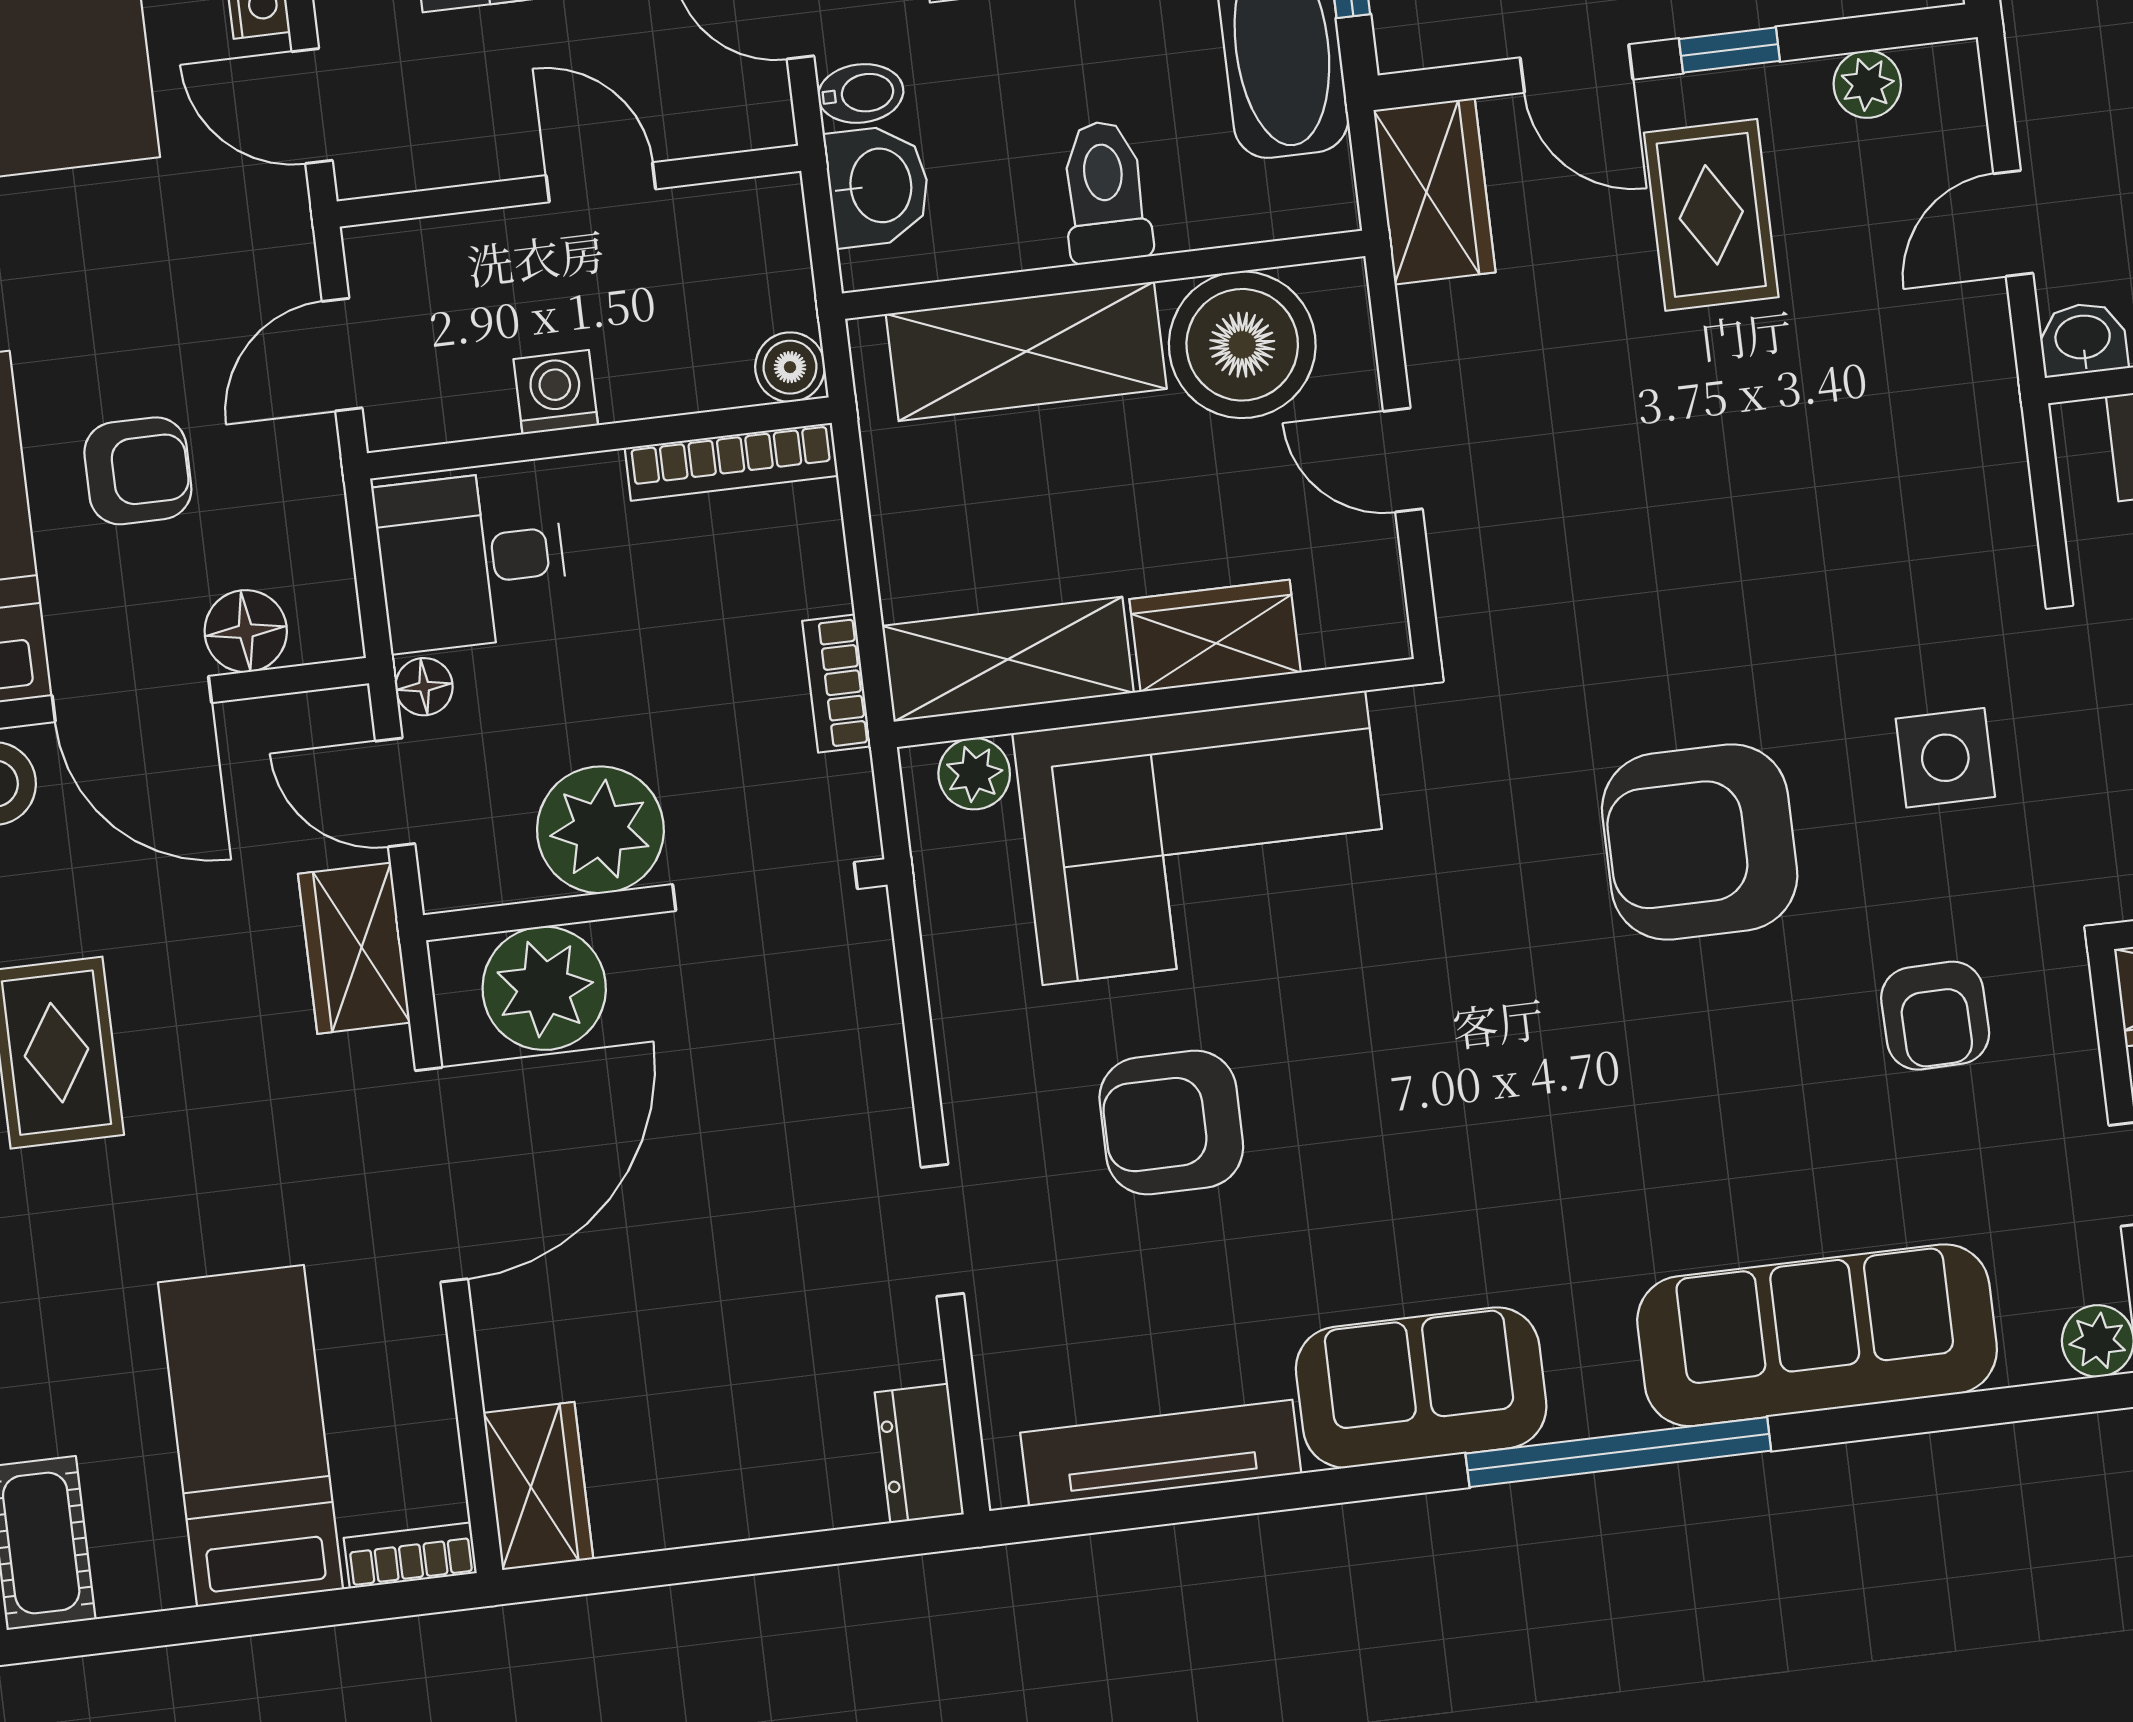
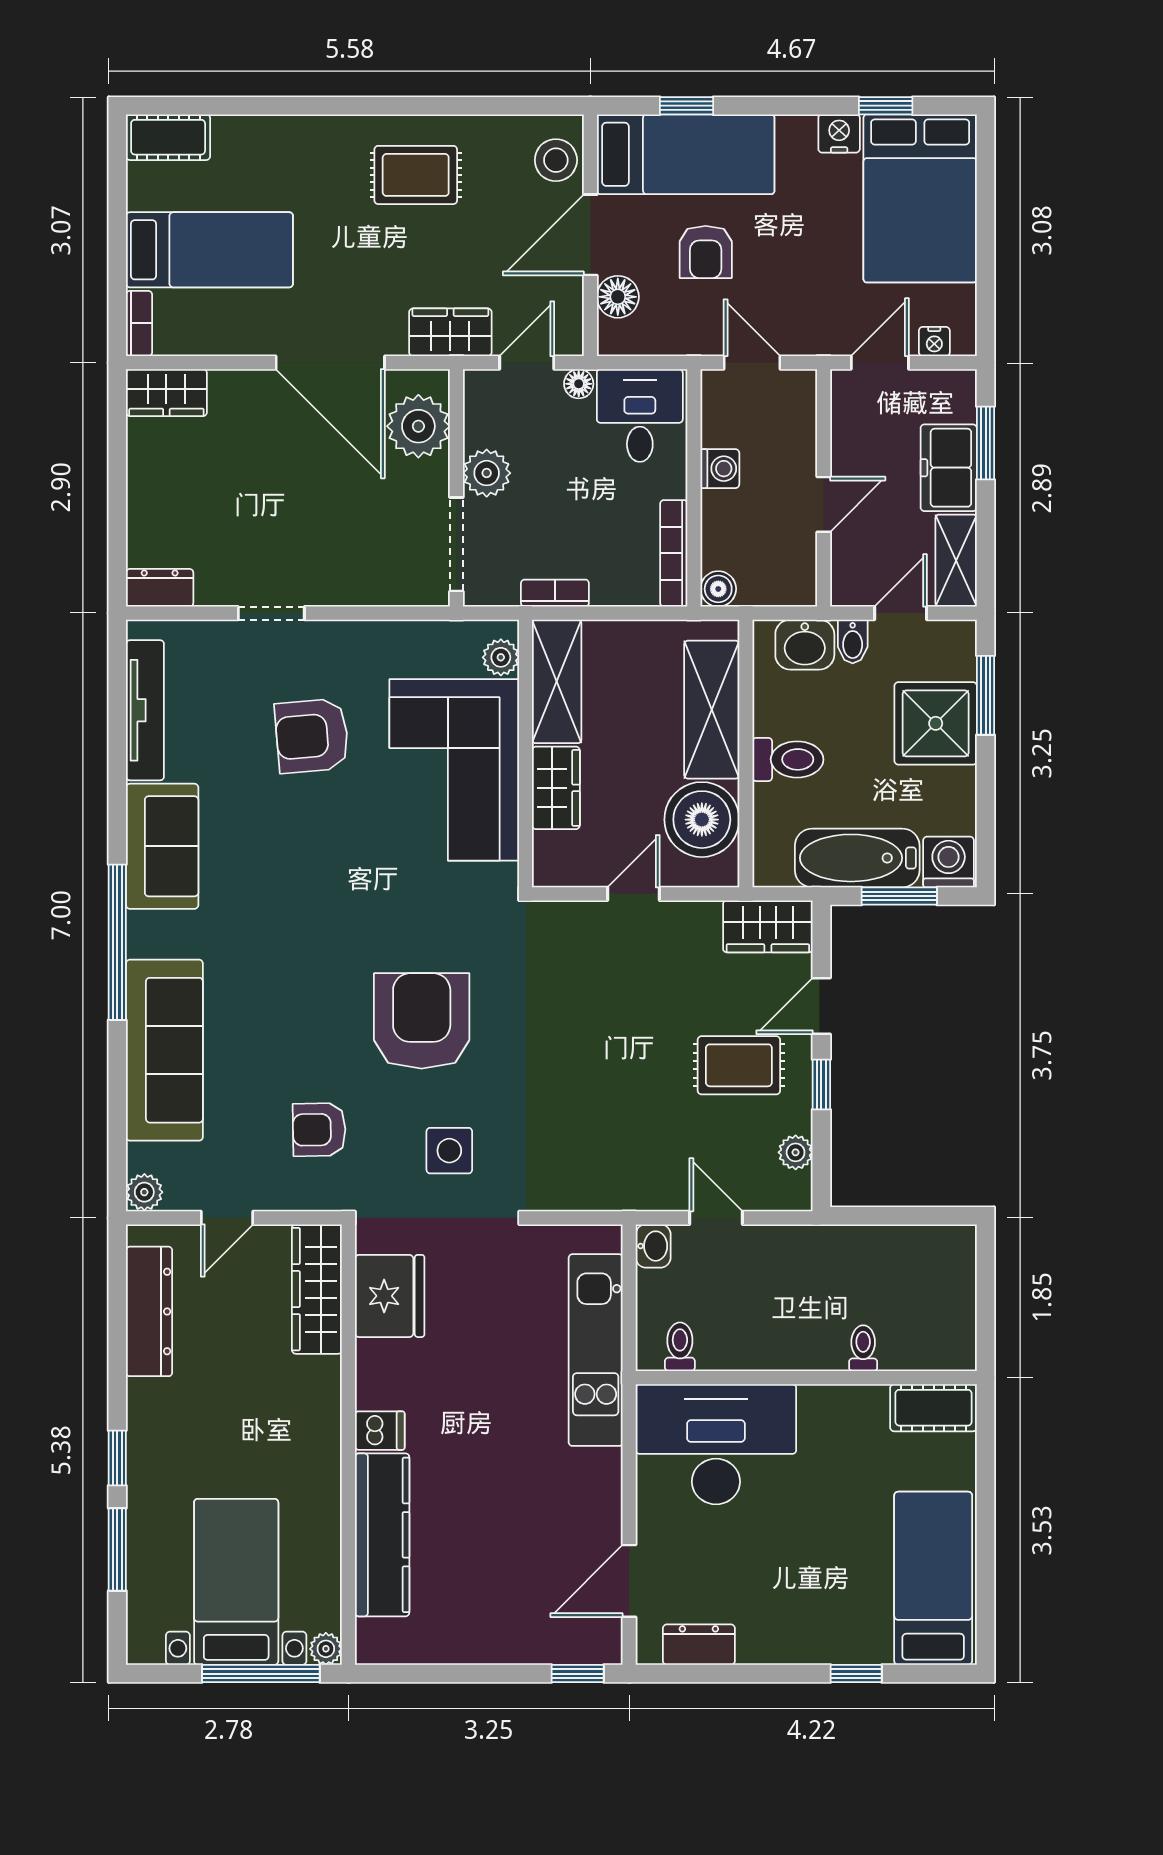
plant: (600, 830) -> (487, 473), width x0.73, depth x0.73
armchair: (1171, 1123) -> (312, 736), turned -95

